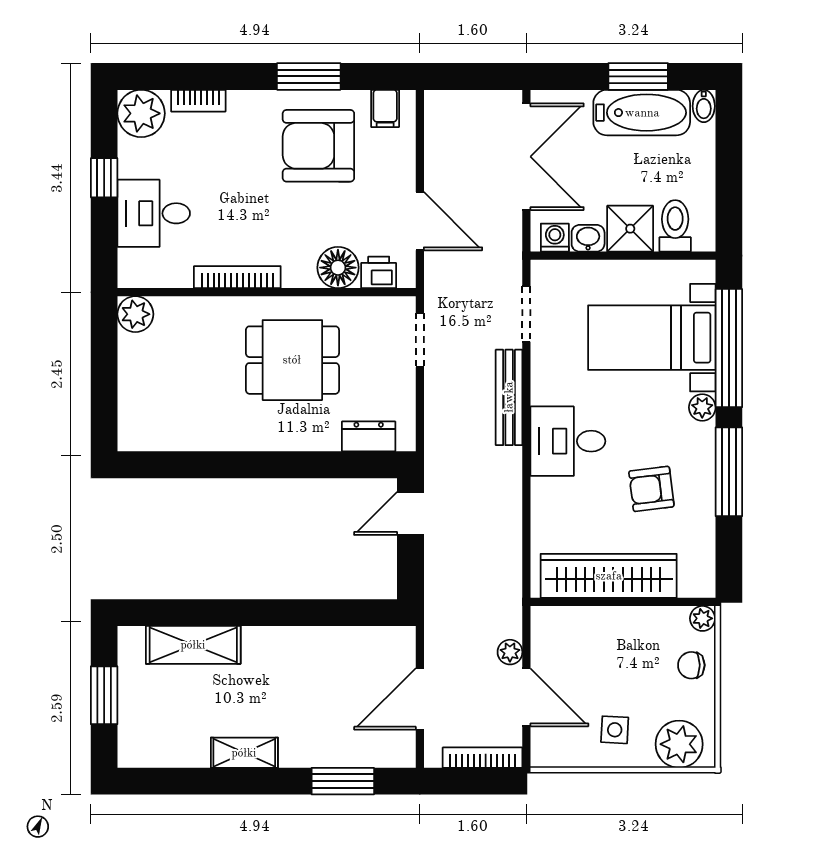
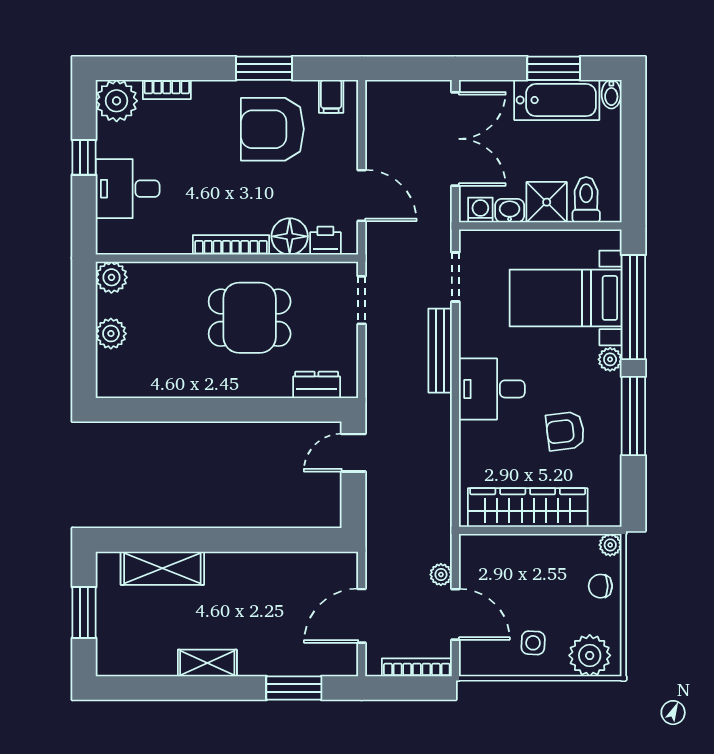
bookcase: (237, 277) -> (231, 245), moved
plant: (135, 378) -> (111, 334), added

